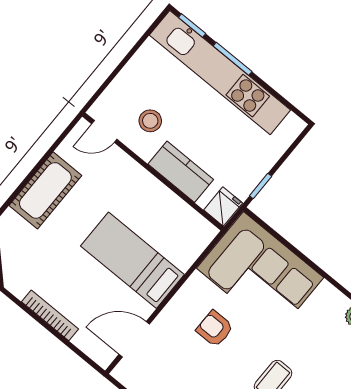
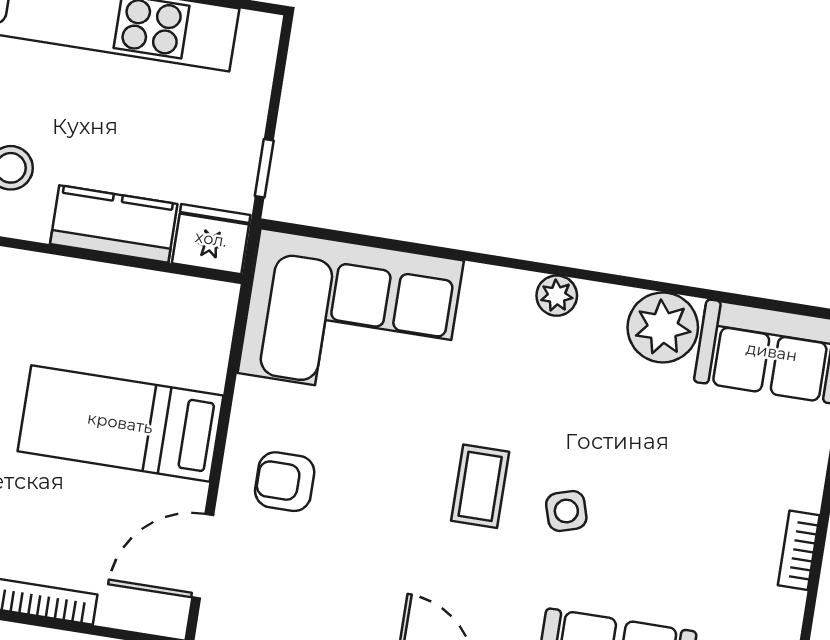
fridge: (223, 206) -> (211, 239), width x1.38
armchair: (215, 329) -> (285, 482), moved

